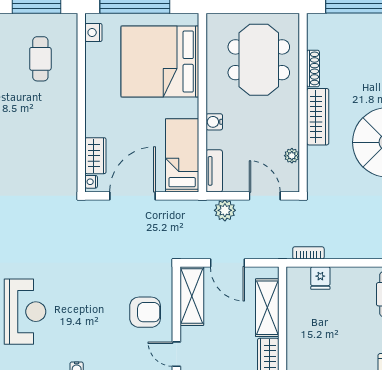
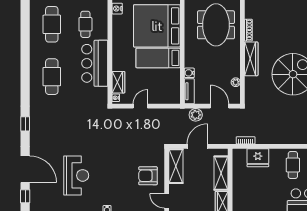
water cooler: (214, 122) -> (189, 73), moved
bar counter: (56, 124) -> (95, 63), added
bed: (182, 155) -> (158, 58), moved, turned -90
door: (132, 196) -> (140, 106), width x0.53
door: (227, 263) -> (197, 146), swing flipped
fridge: (320, 278) -> (258, 158), width x1.88, depth x1.34
armchair: (145, 312) -> (148, 176), turned 180

